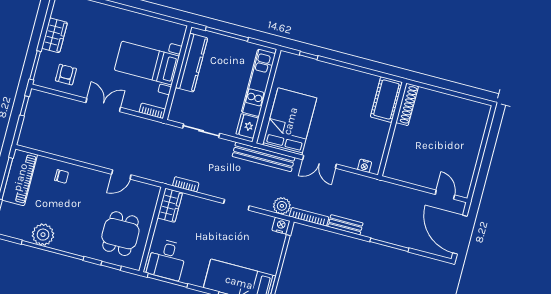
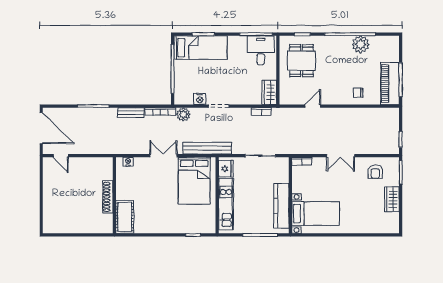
bed with nightstands: (147, 63) -> (315, 214), moved
shoe rack: (407, 104) -> (108, 197), moved
nightstand: (281, 226) -> (200, 99), moved

